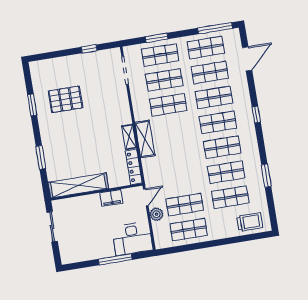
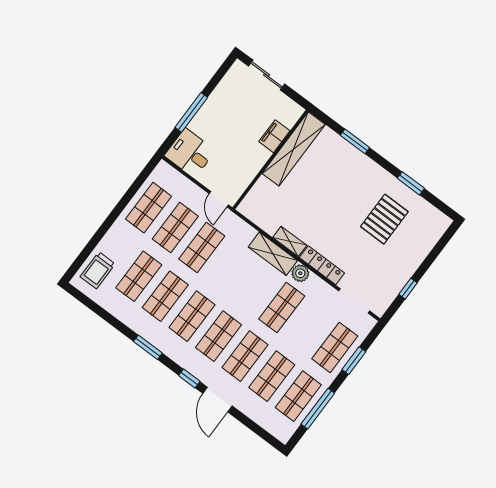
window: (215, 28) -> (318, 409), moved
door: (247, 59) -> (217, 400), moved
shop shelf: (164, 80) -> (202, 248), moved
locker: (134, 167) -> (322, 265), moved
window: (266, 176) -> (148, 347), moved
filing cabinet: (111, 198) -> (274, 136), moved
plant: (156, 214) -> (300, 273), moved
sliding door: (52, 227) -> (266, 75), moved
desk: (132, 239) -> (190, 153), width x0.73

